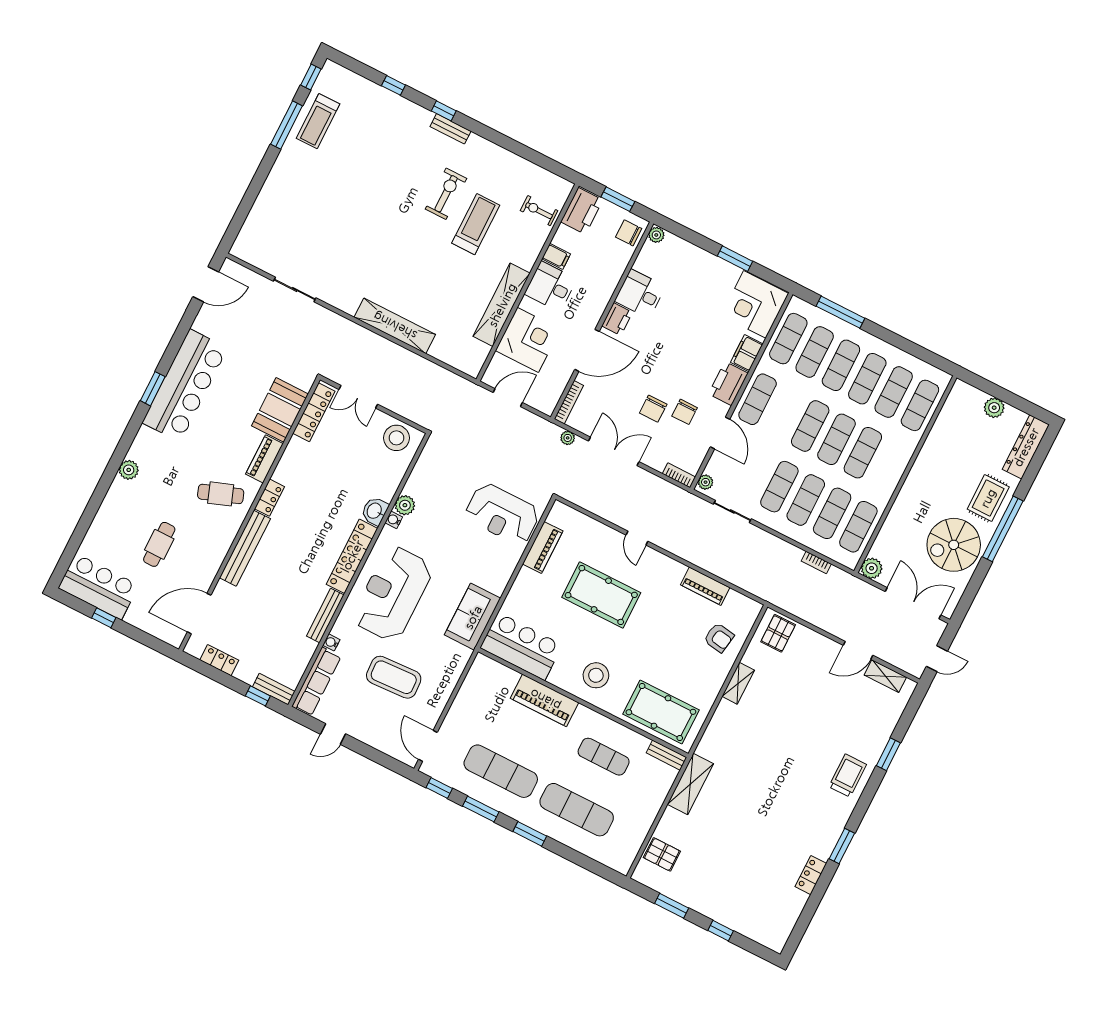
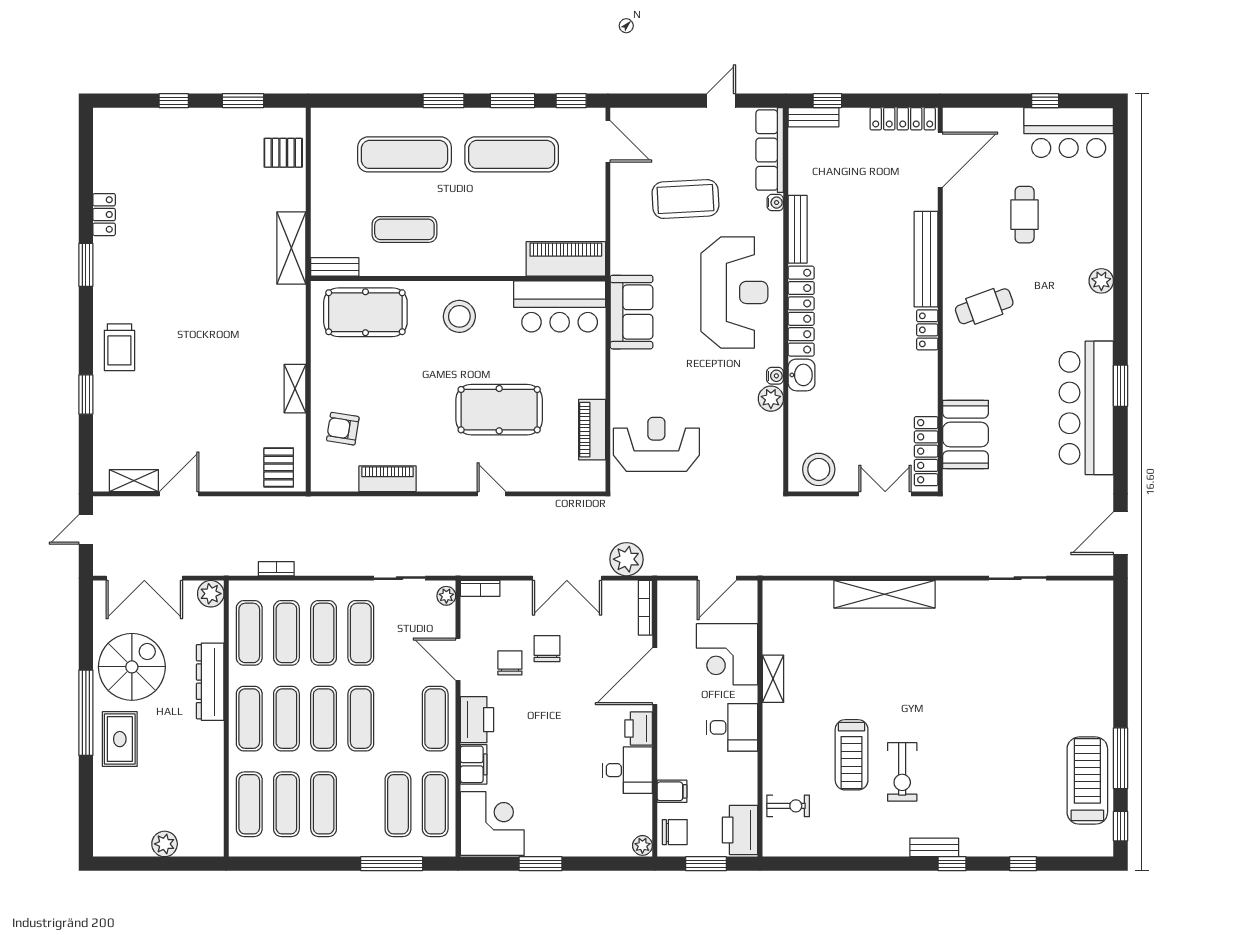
treadmill: (318, 121) -> (1087, 781), width x1.37, depth x1.38
filing cabinet: (556, 256) -> (672, 791), moved, turned 180
shelving: (502, 305) -> (773, 679), width x0.45, depth x0.75
exercise mat: (841, 365) -> (249, 719), moved
plant: (568, 438) -> (626, 559), width x1.87, depth x1.87
dresser: (1026, 447) -> (210, 682), moved, turned 180
piano: (264, 459) -> (955, 371), removed
locker: (219, 660) -> (903, 119), width x1.53
piano: (545, 700) -> (566, 259), moved

